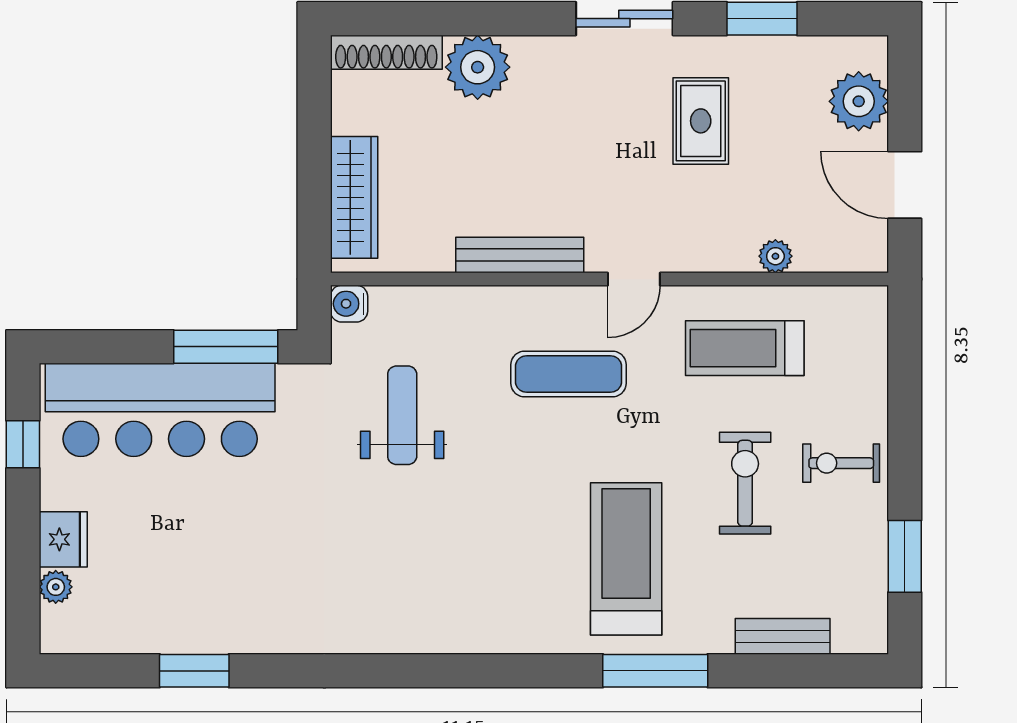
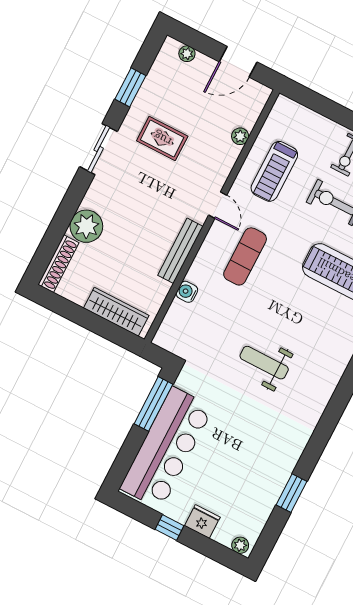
plant: (859, 101) -> (187, 54), width x0.53, depth x0.53
water cooler: (349, 304) -> (187, 292), moved, turned 90
weight bench: (402, 415) -> (264, 363), moved
window: (23, 444) -> (169, 527), moved
plant: (56, 587) -> (240, 545), moved

